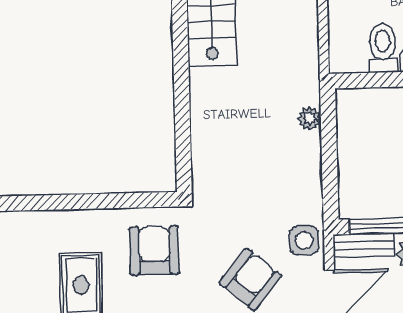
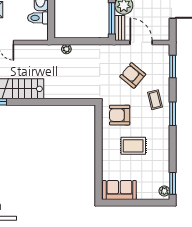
side table: (304, 240) -> (117, 53), removed

